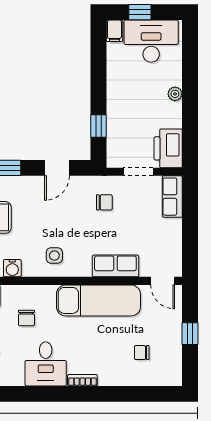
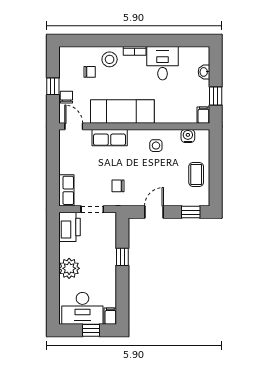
plant: (175, 94) -> (69, 268), width x1.88, depth x1.88
window: (98, 126) -> (122, 257), moved
chair: (26, 318) -> (66, 97), moved
stool: (115, 369) -> (110, 59), added

